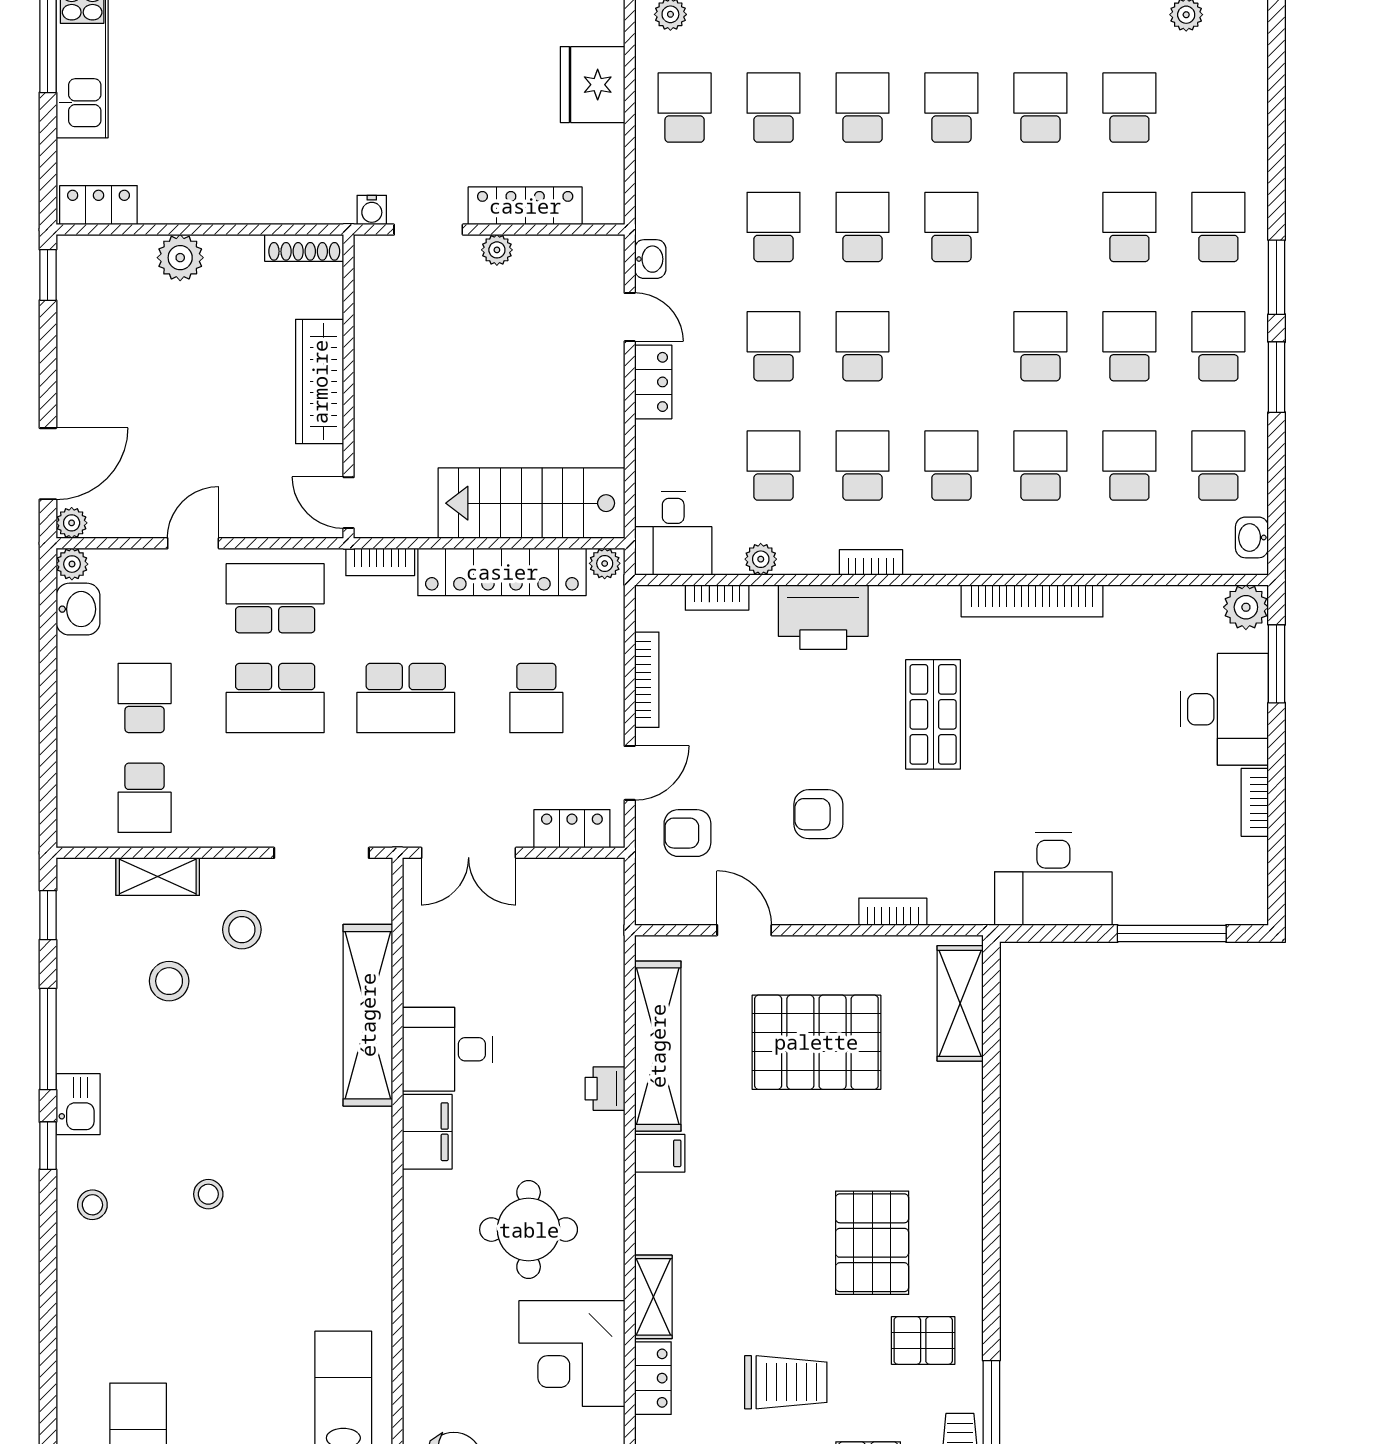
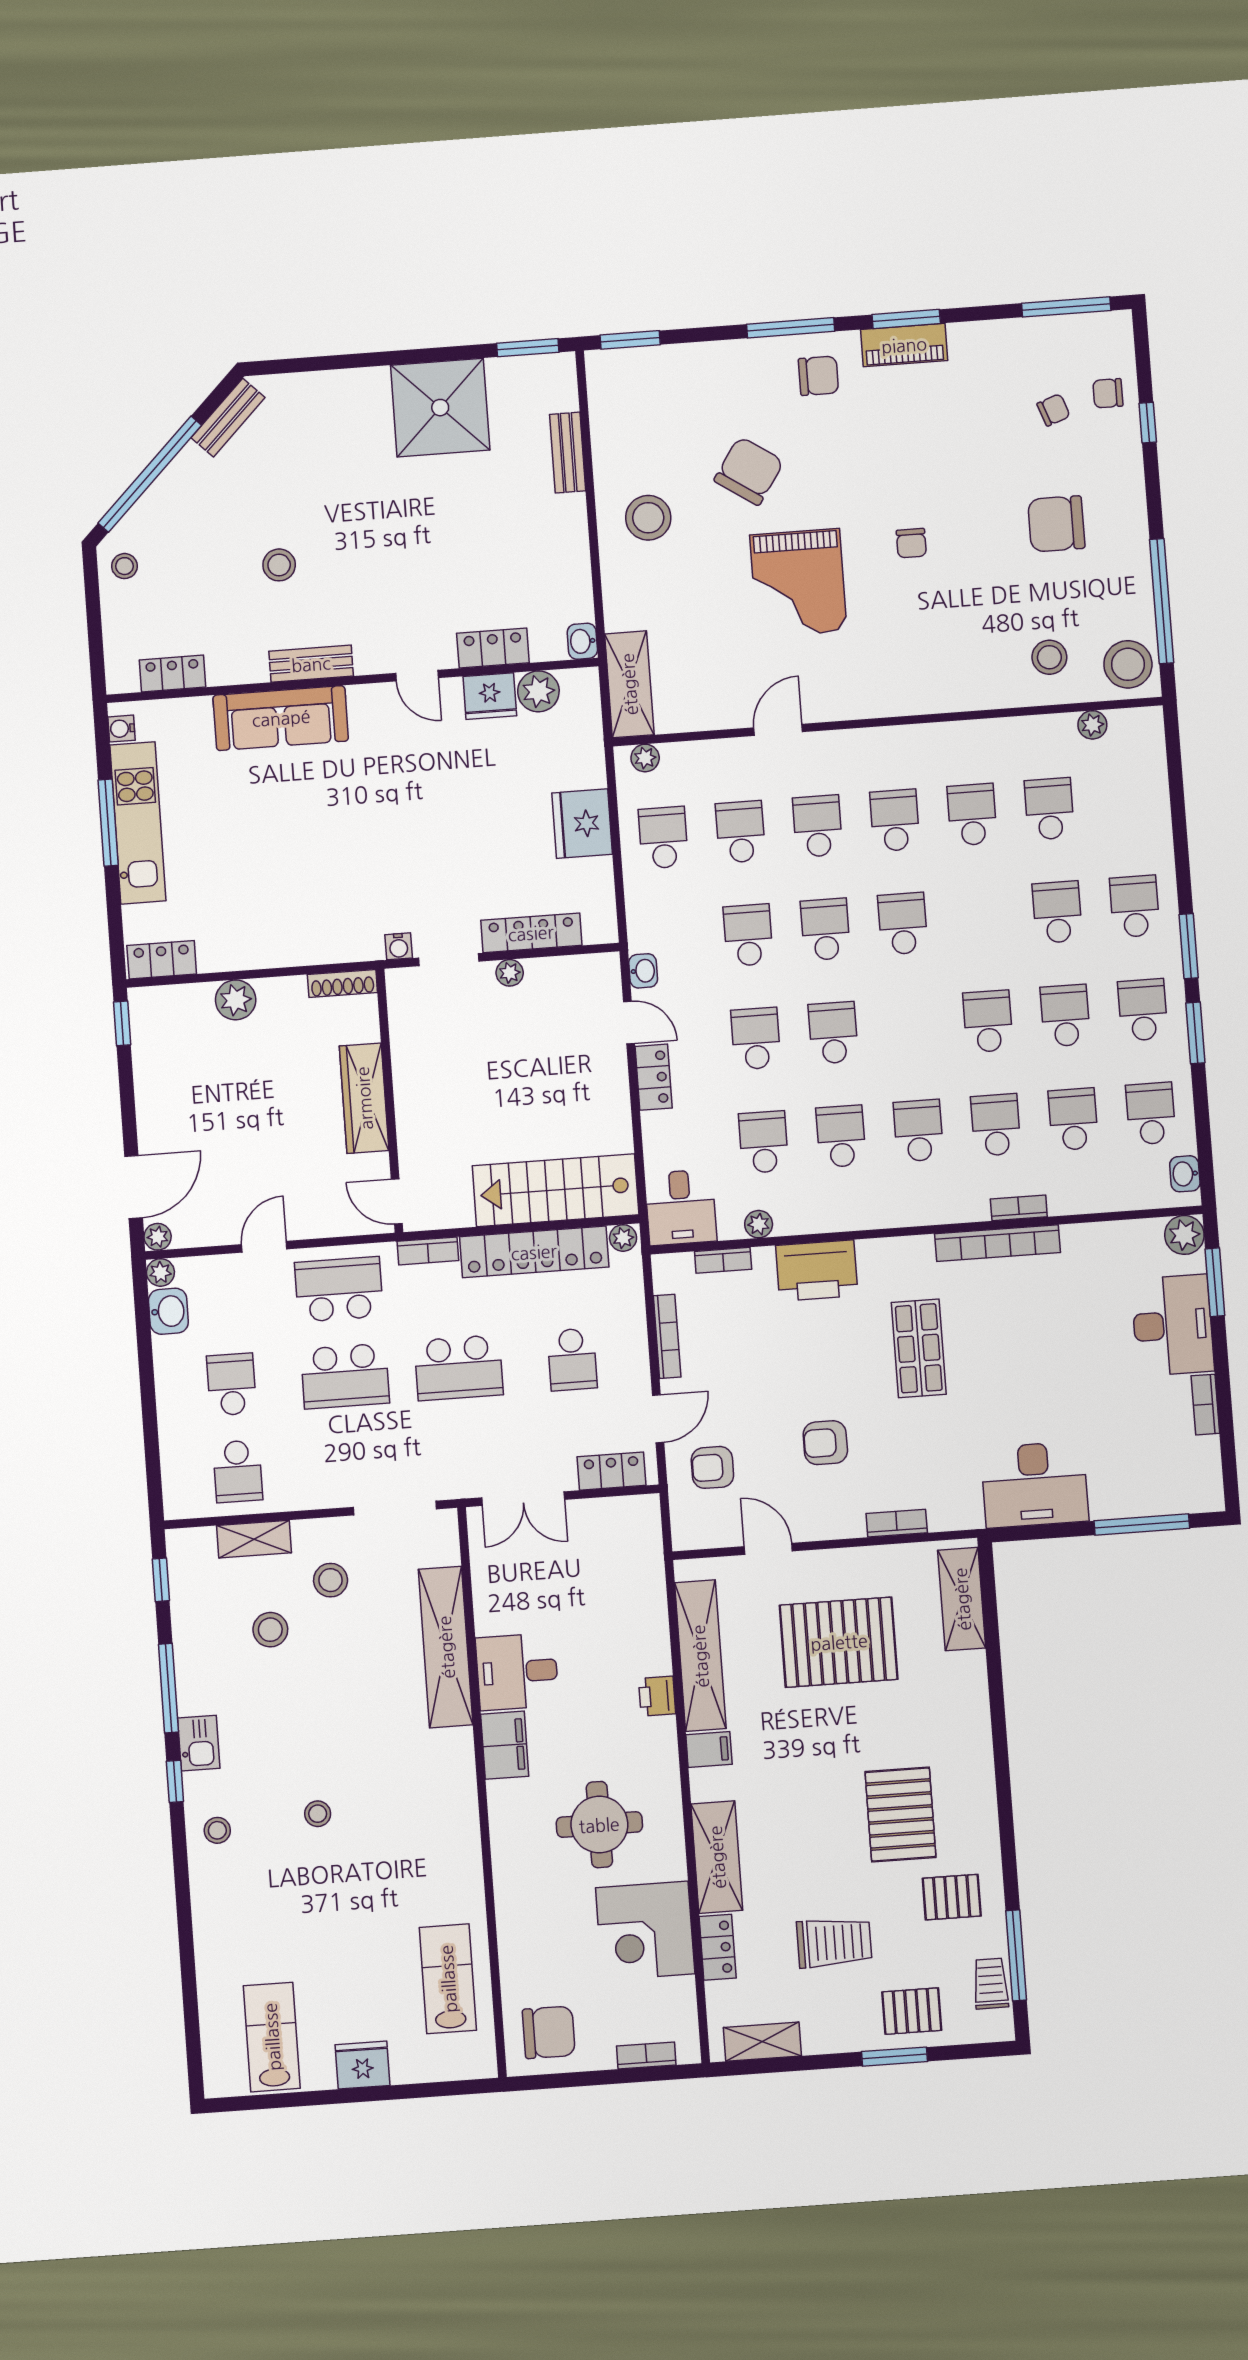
bookcase: (871, 562) -> (1019, 1208), moved
shelving: (653, 1297) -> (717, 1857), width x1.50, depth x1.33

